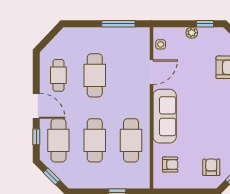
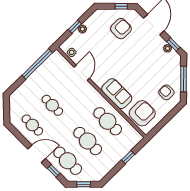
window: (118, 24) -> (37, 64), width x1.46
window: (205, 24) -> (75, 27), moved
cafe table: (95, 75) -> (52, 105), width x0.73, depth x0.74
sofa: (165, 116) -> (117, 94), width x0.73
armchair: (170, 165) -> (142, 113), width x1.88, depth x1.88

